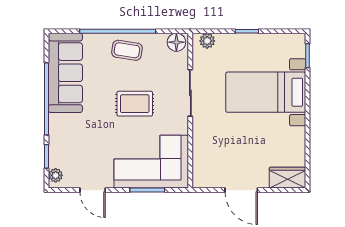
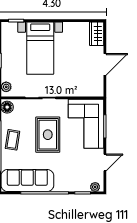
rug: (135, 104) -> (48, 135), width x1.36, depth x1.43

